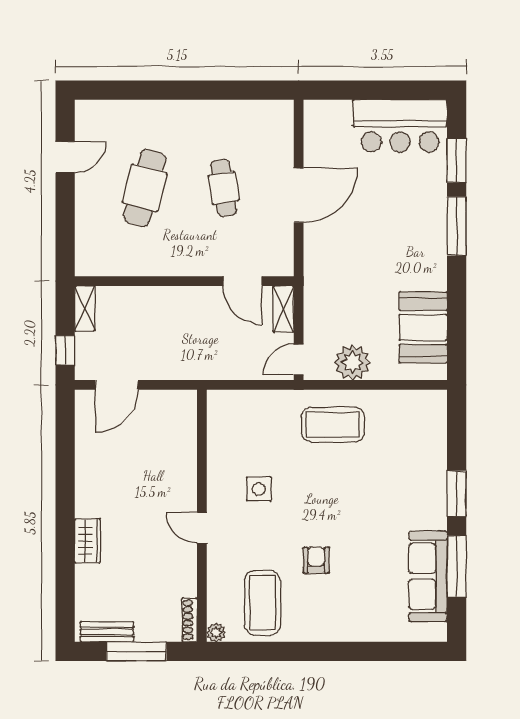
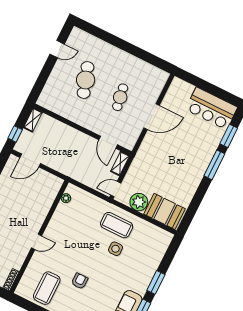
cafe table: (145, 188) -> (86, 80), turned -33
booth: (423, 327) -> (164, 211), moved, turned 90
side table: (259, 489) -> (115, 249), moved
door: (202, 528) -> (37, 242), swing flipped
plant: (216, 633) -> (66, 198), moved

